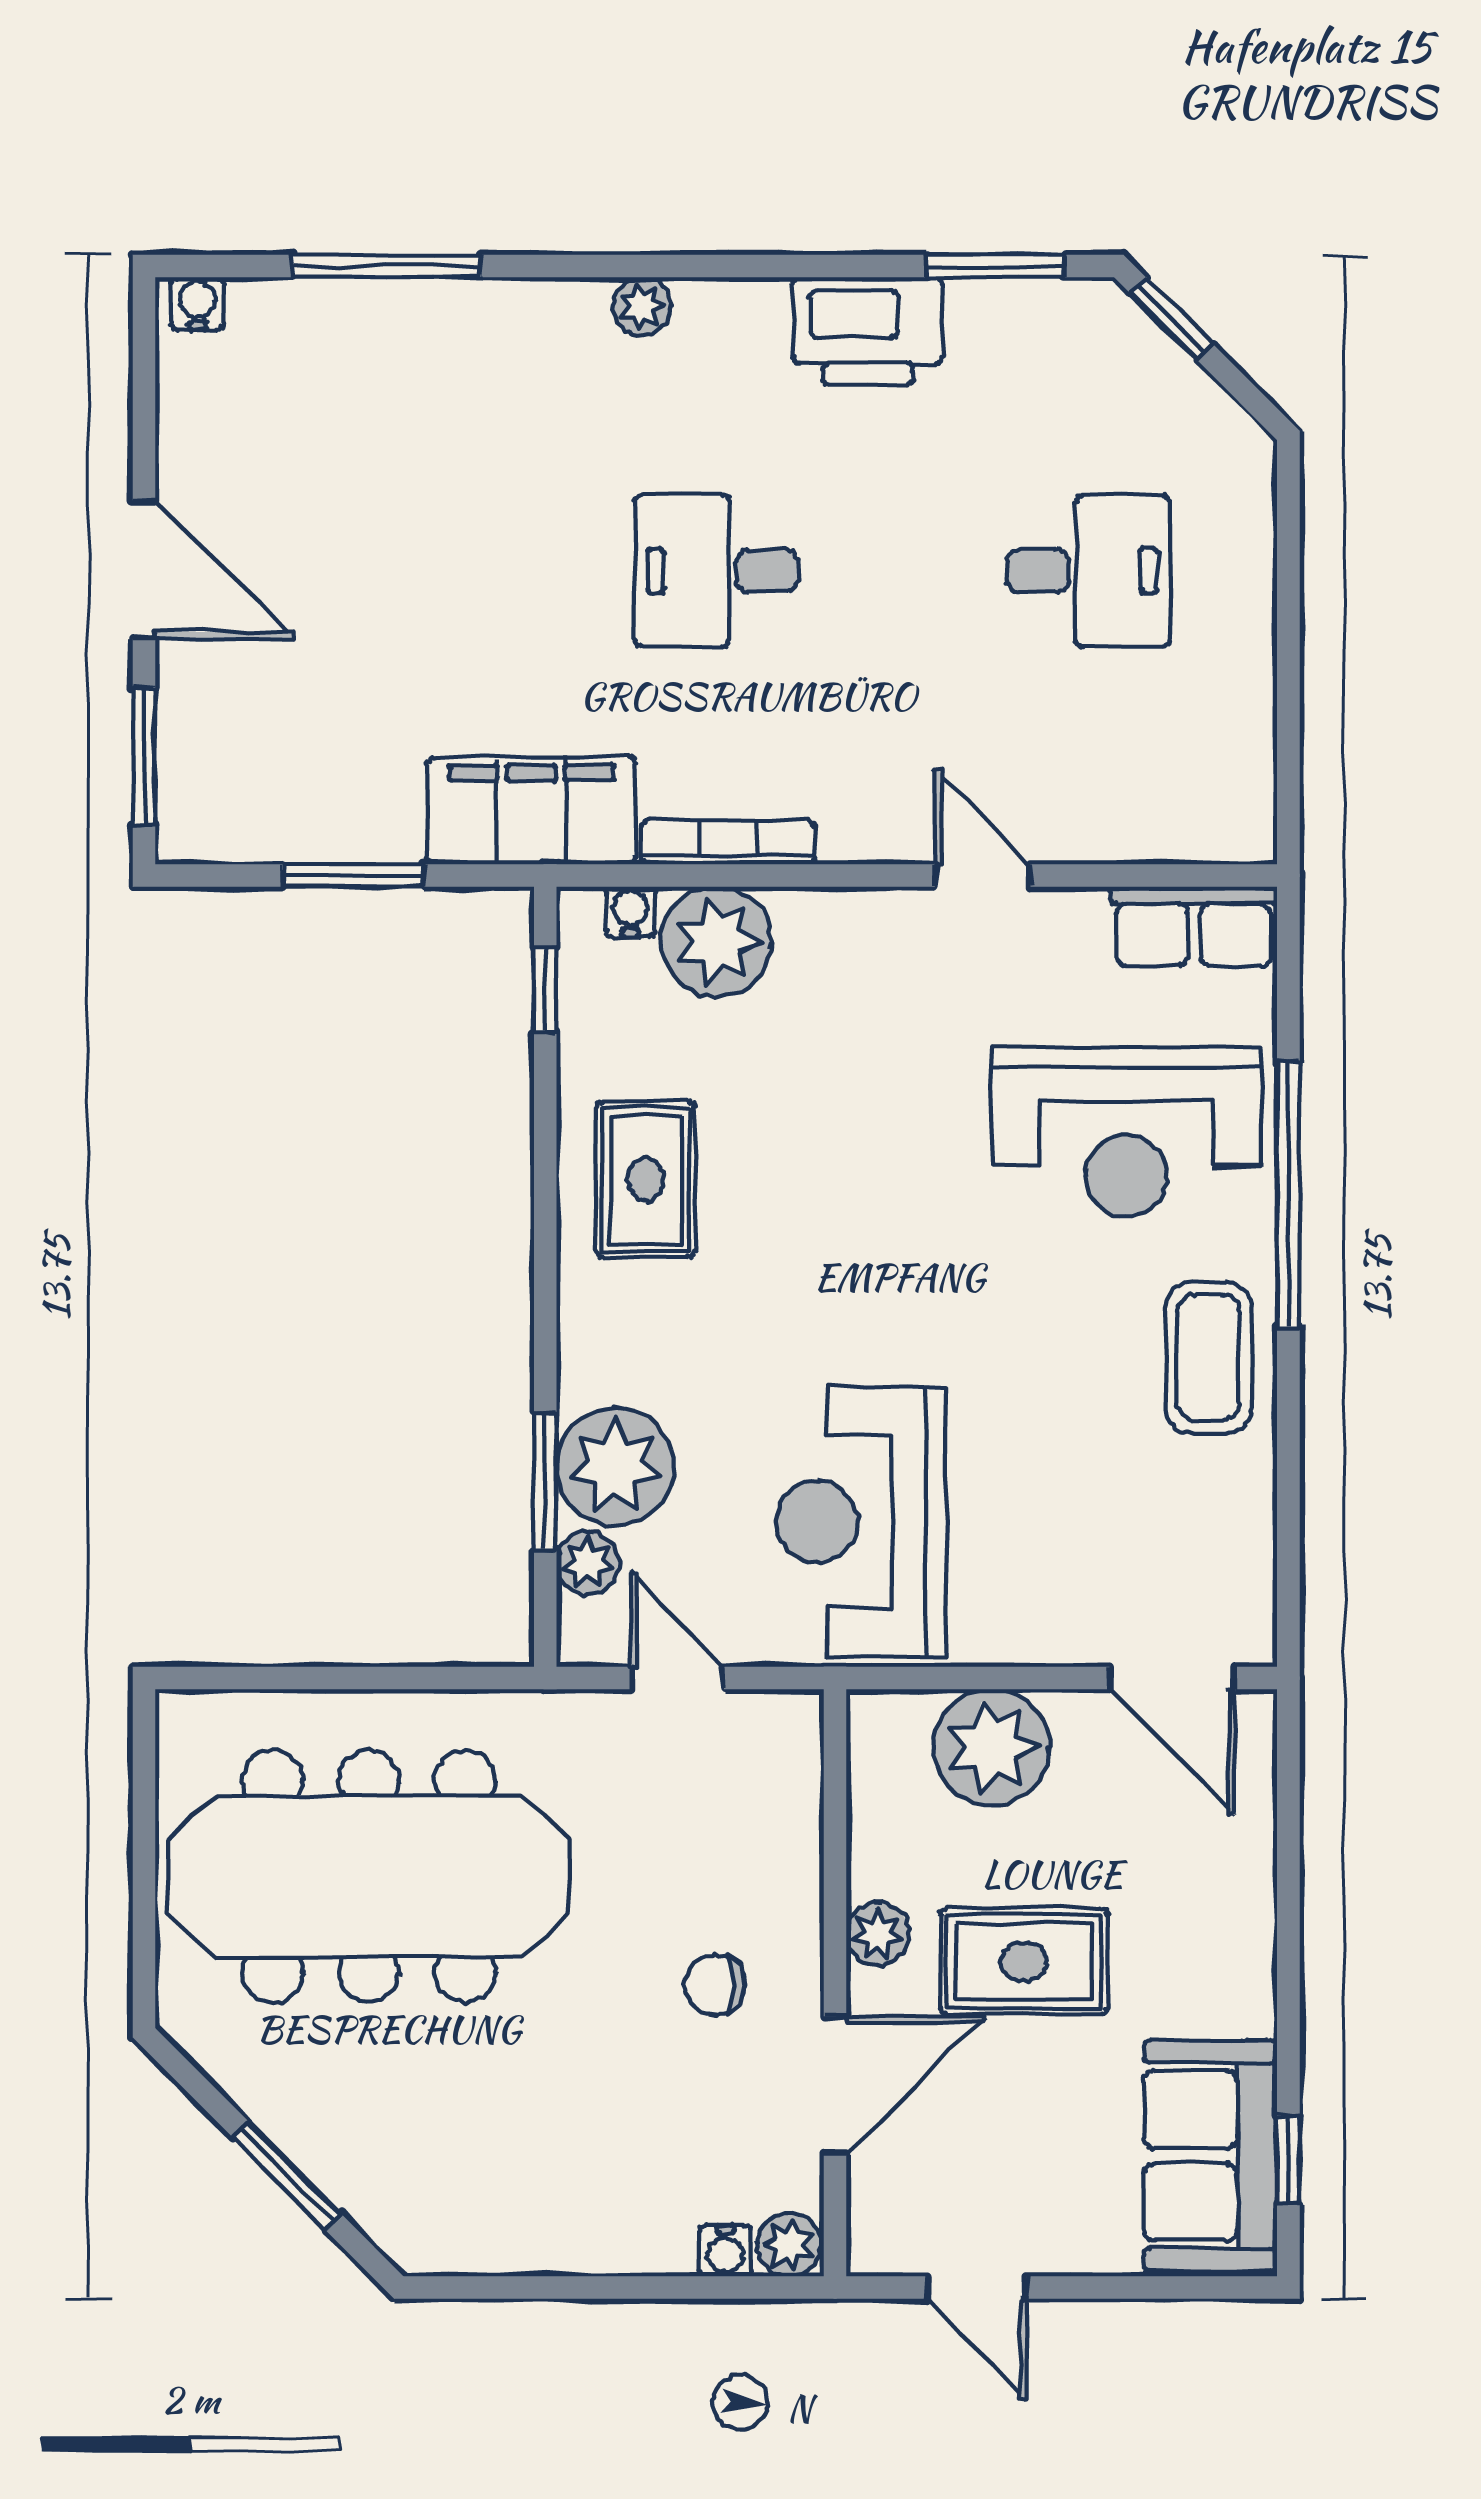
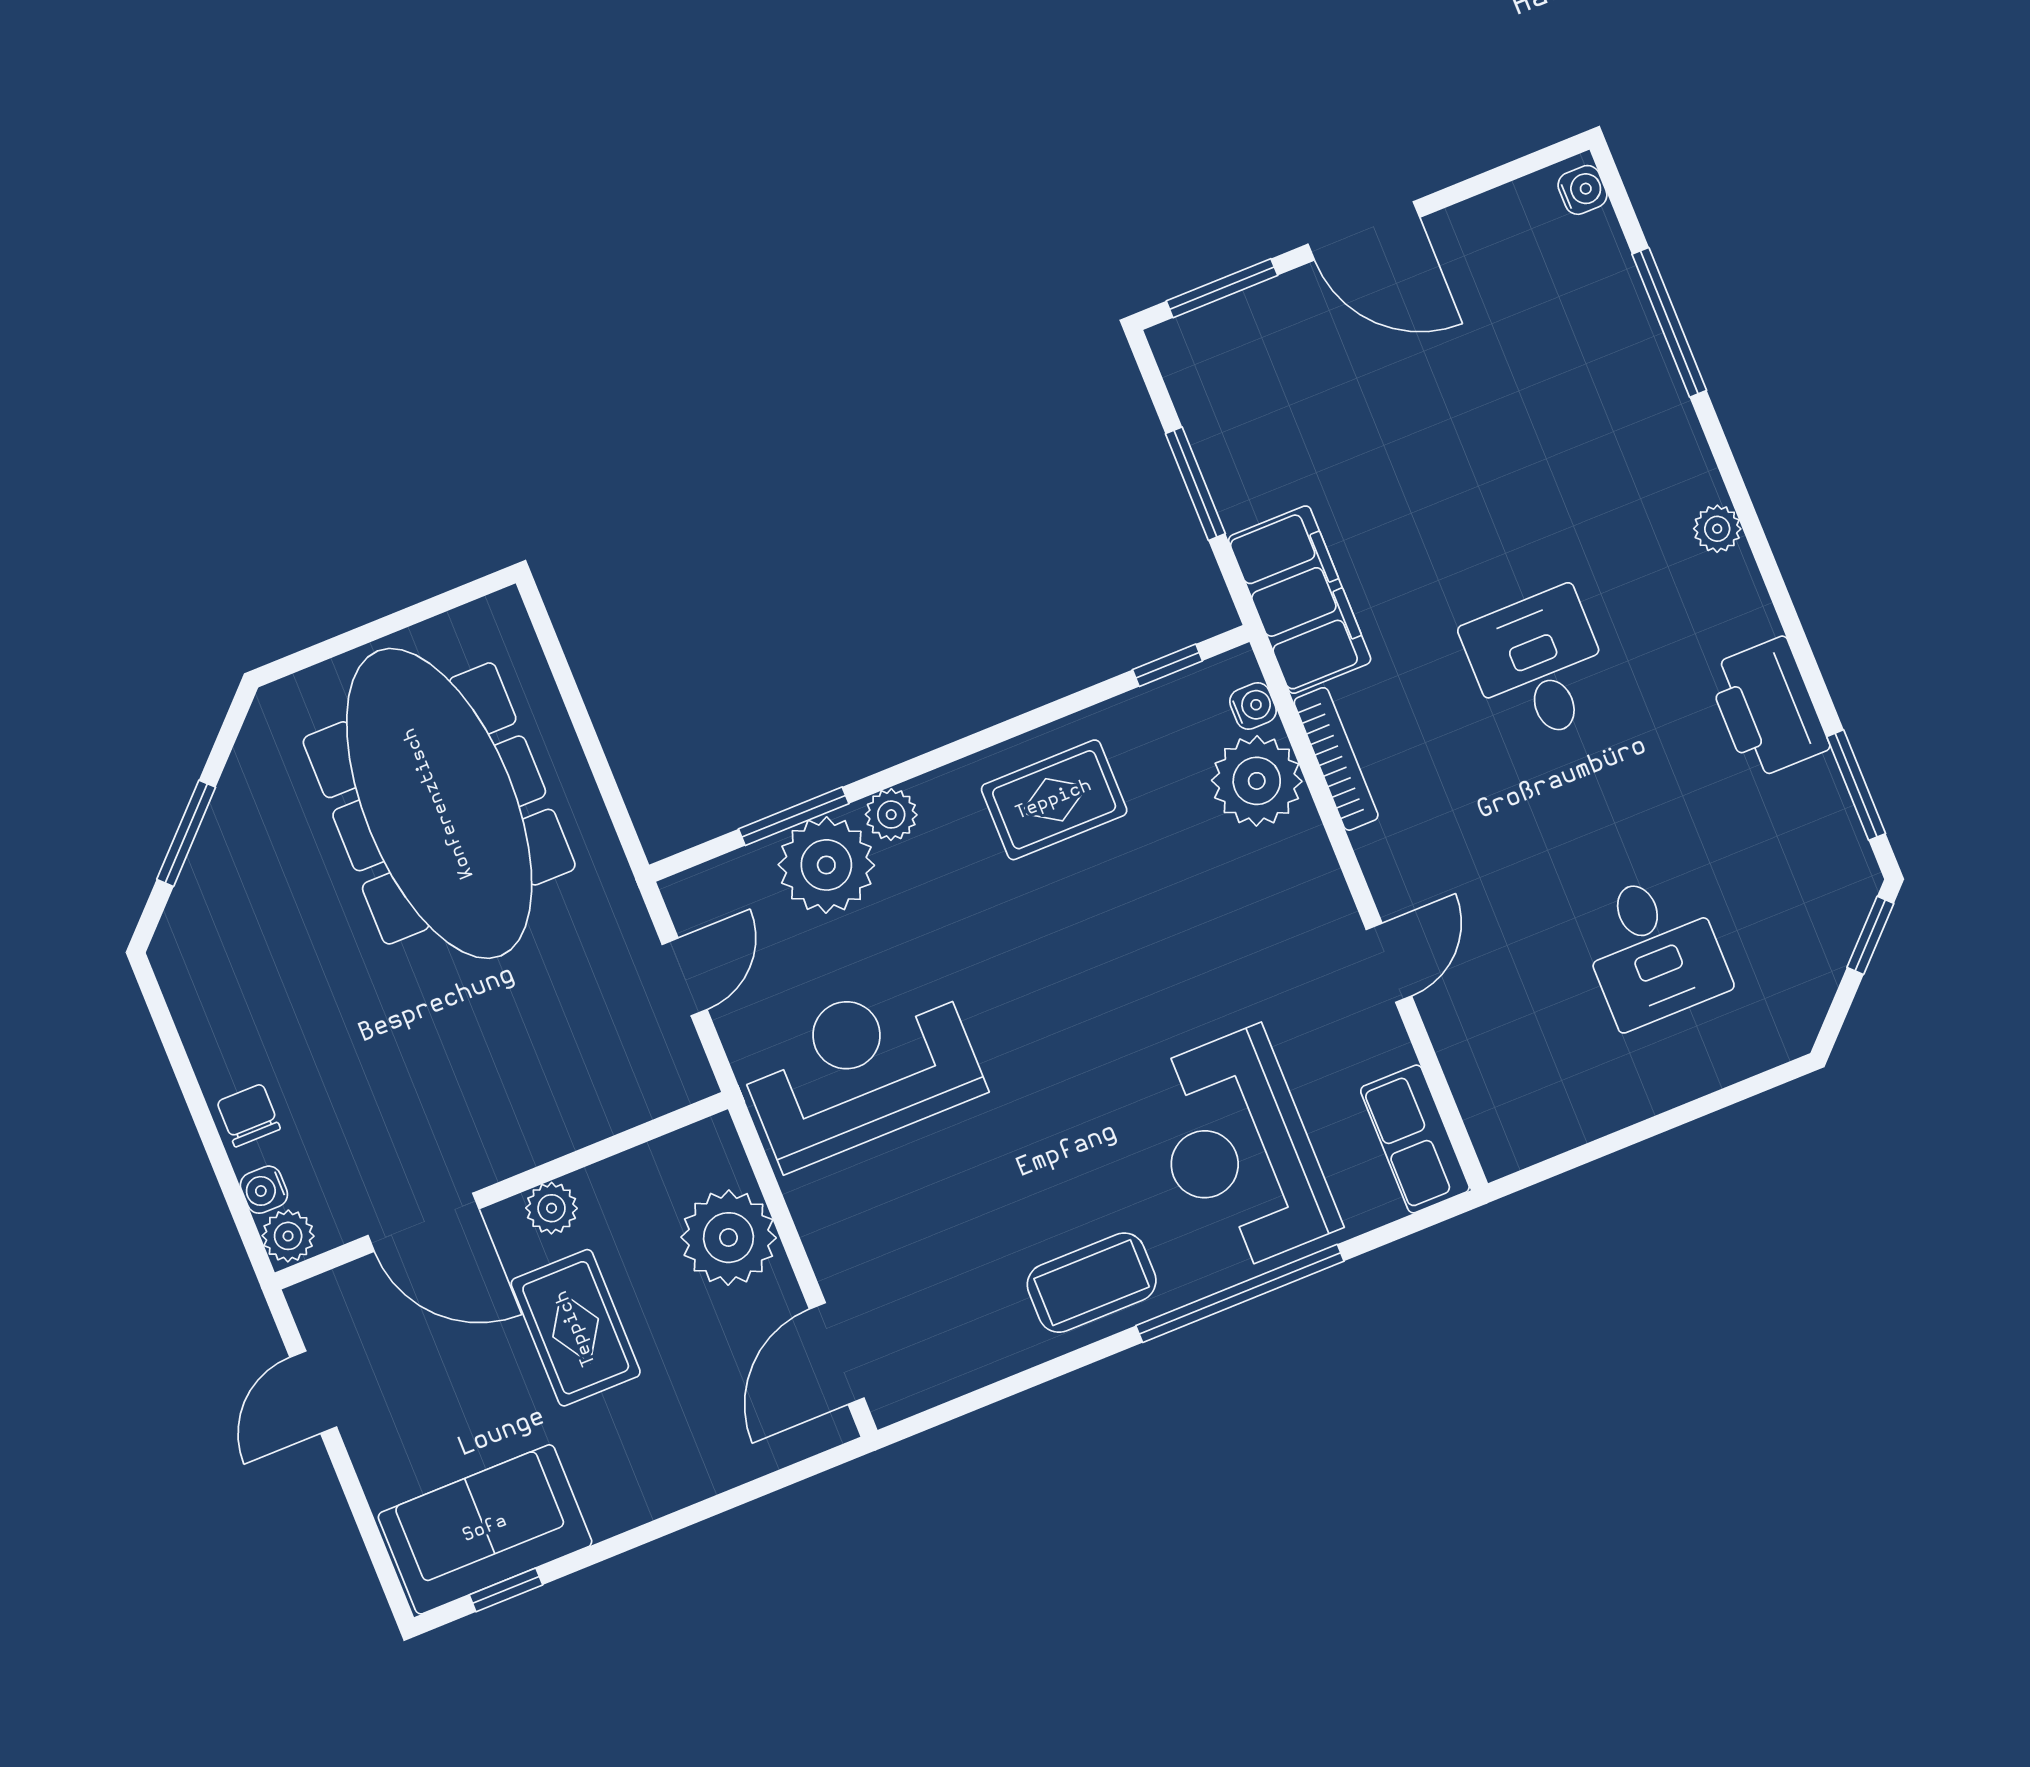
door: (144, 569) -> (1364, 231), hinge flipped
plant: (588, 1563) -> (891, 815), moved
chair: (715, 1985) -> (249, 1115), moved

